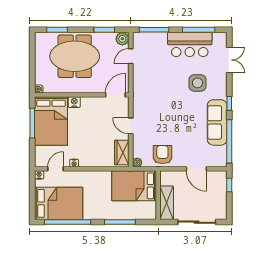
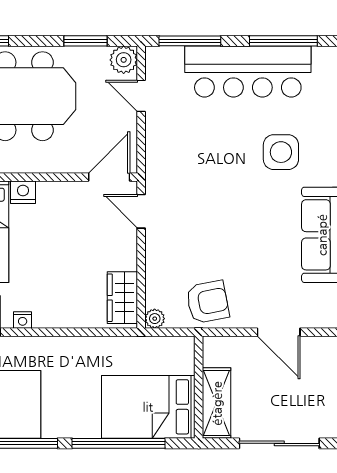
bar counter: (190, 44) -> (248, 72), width x1.36
door: (131, 56) -> (141, 96), hinge flipped
door: (131, 126) -> (141, 211), moved
armchair: (162, 155) -> (208, 302), turned 79
bed: (134, 186) -> (148, 407), moved
window: (120, 222) -> (118, 443), width x1.46

